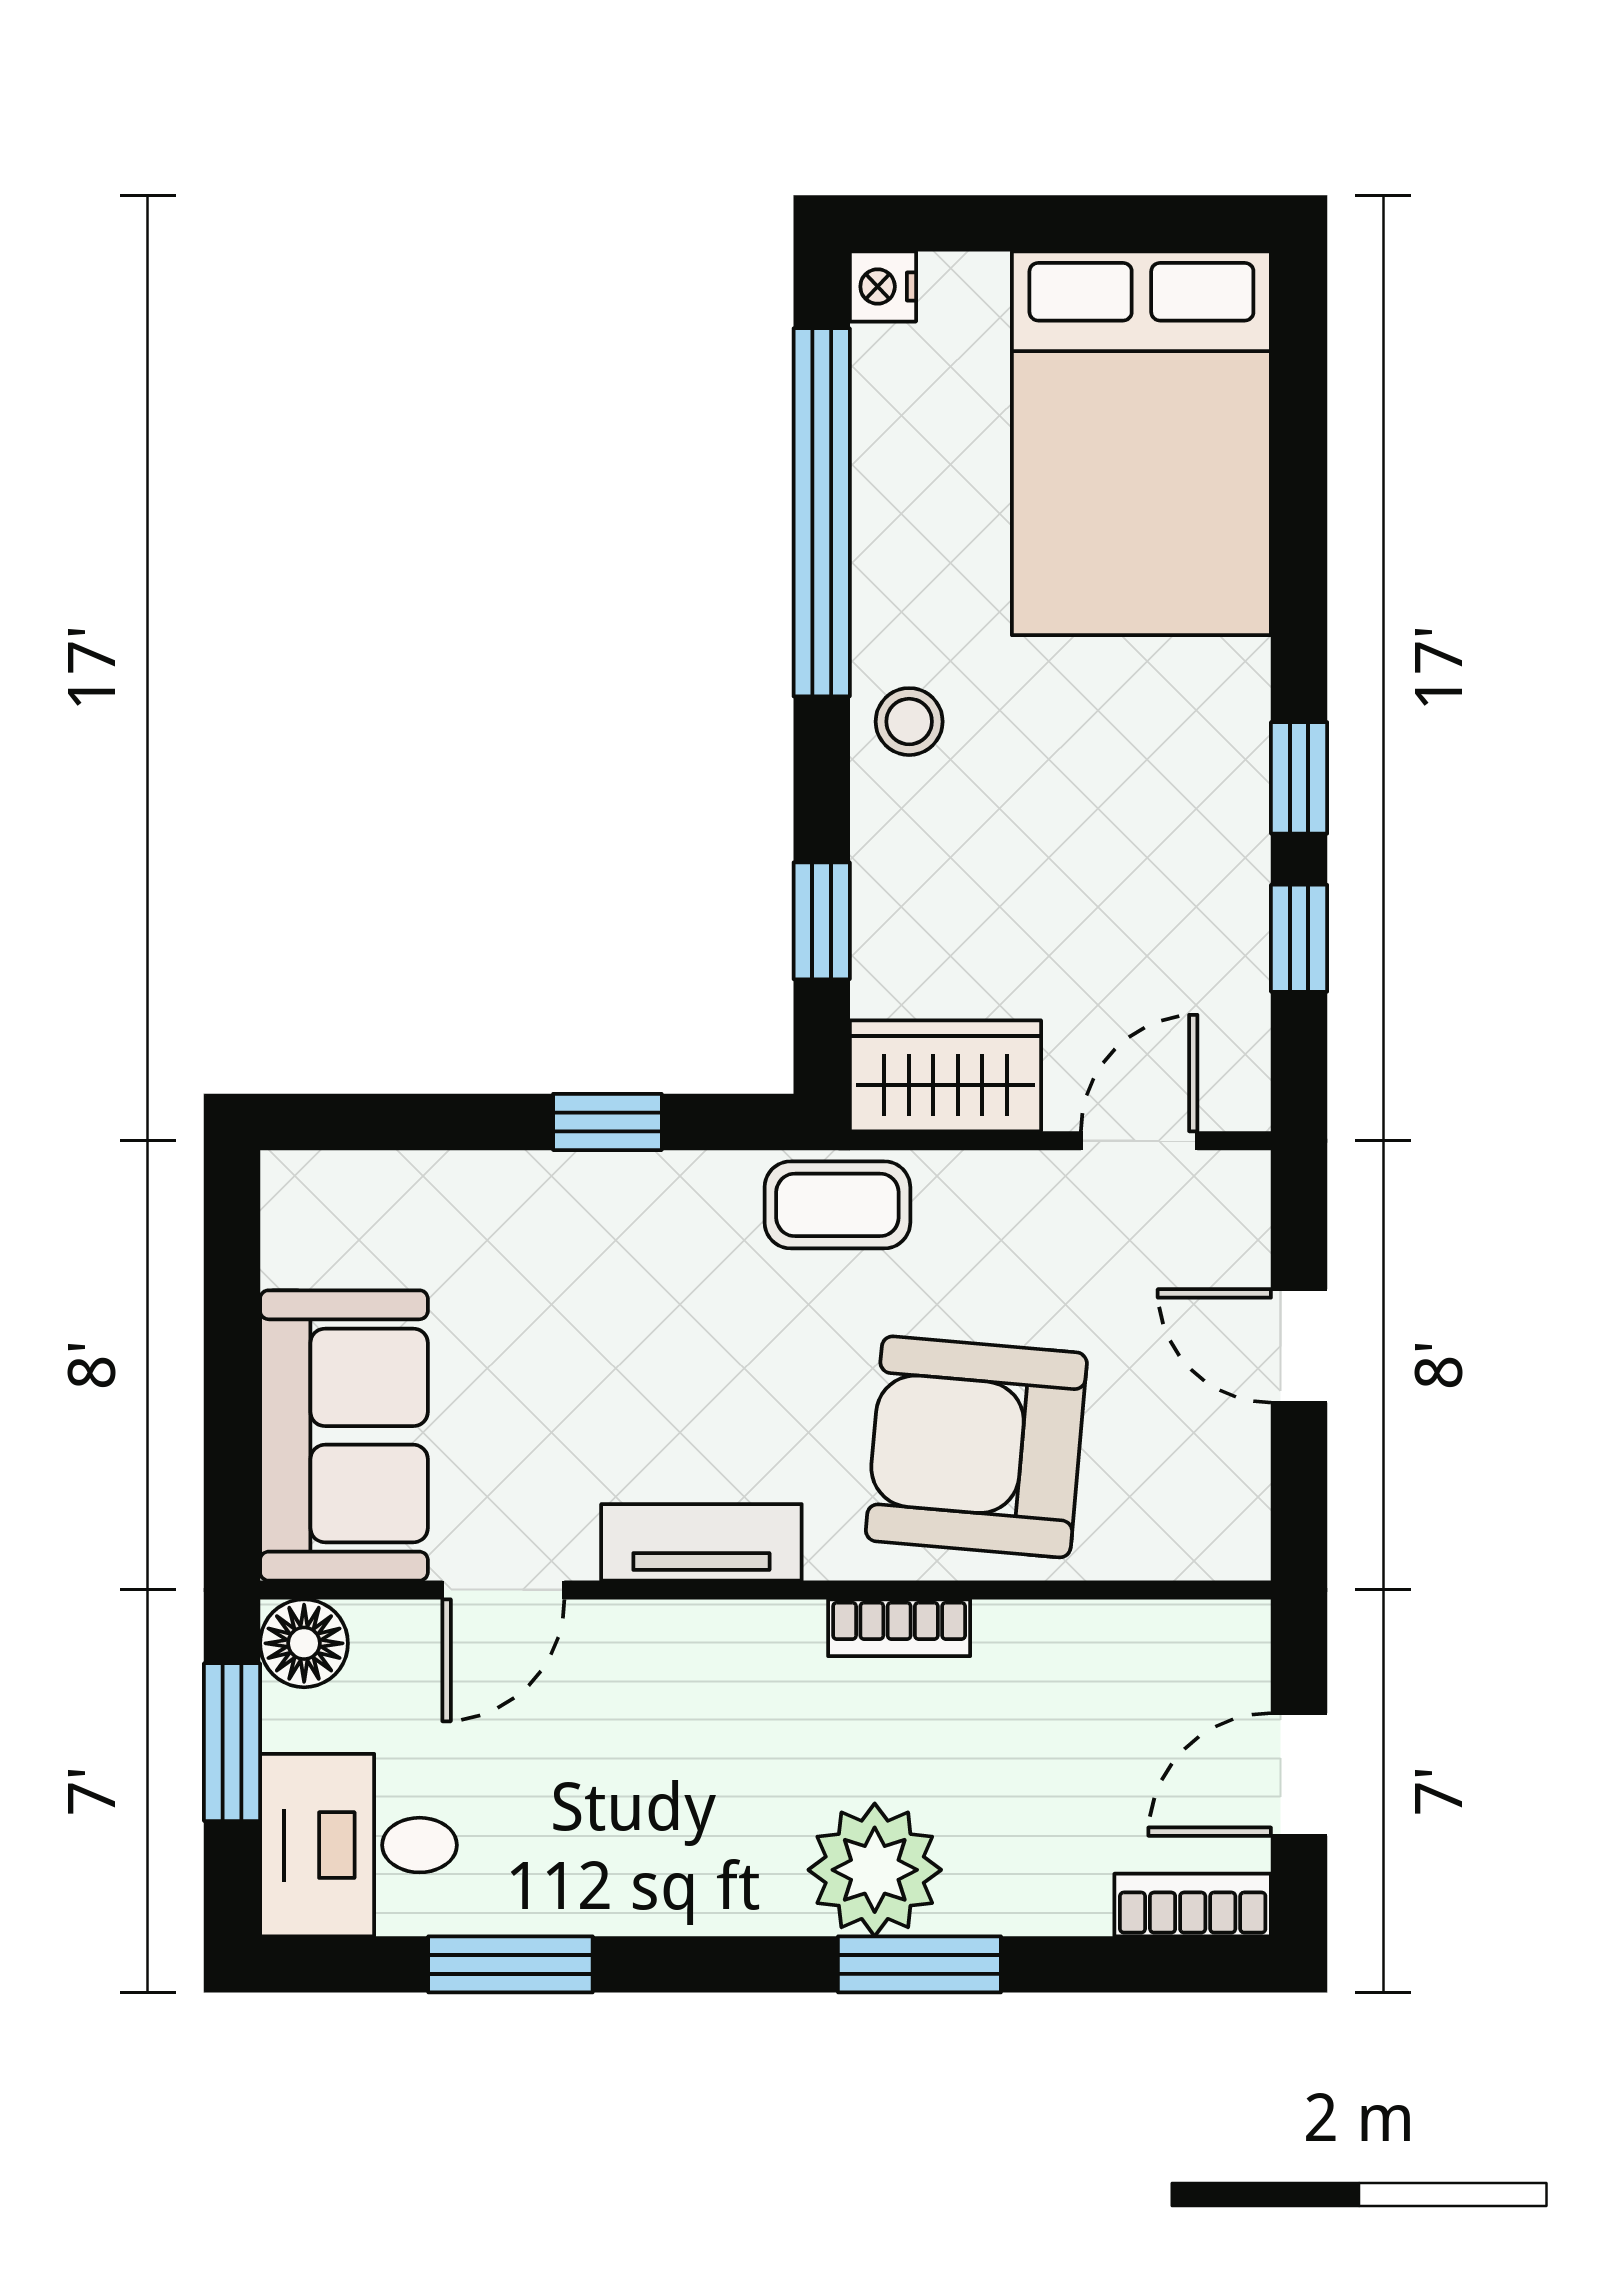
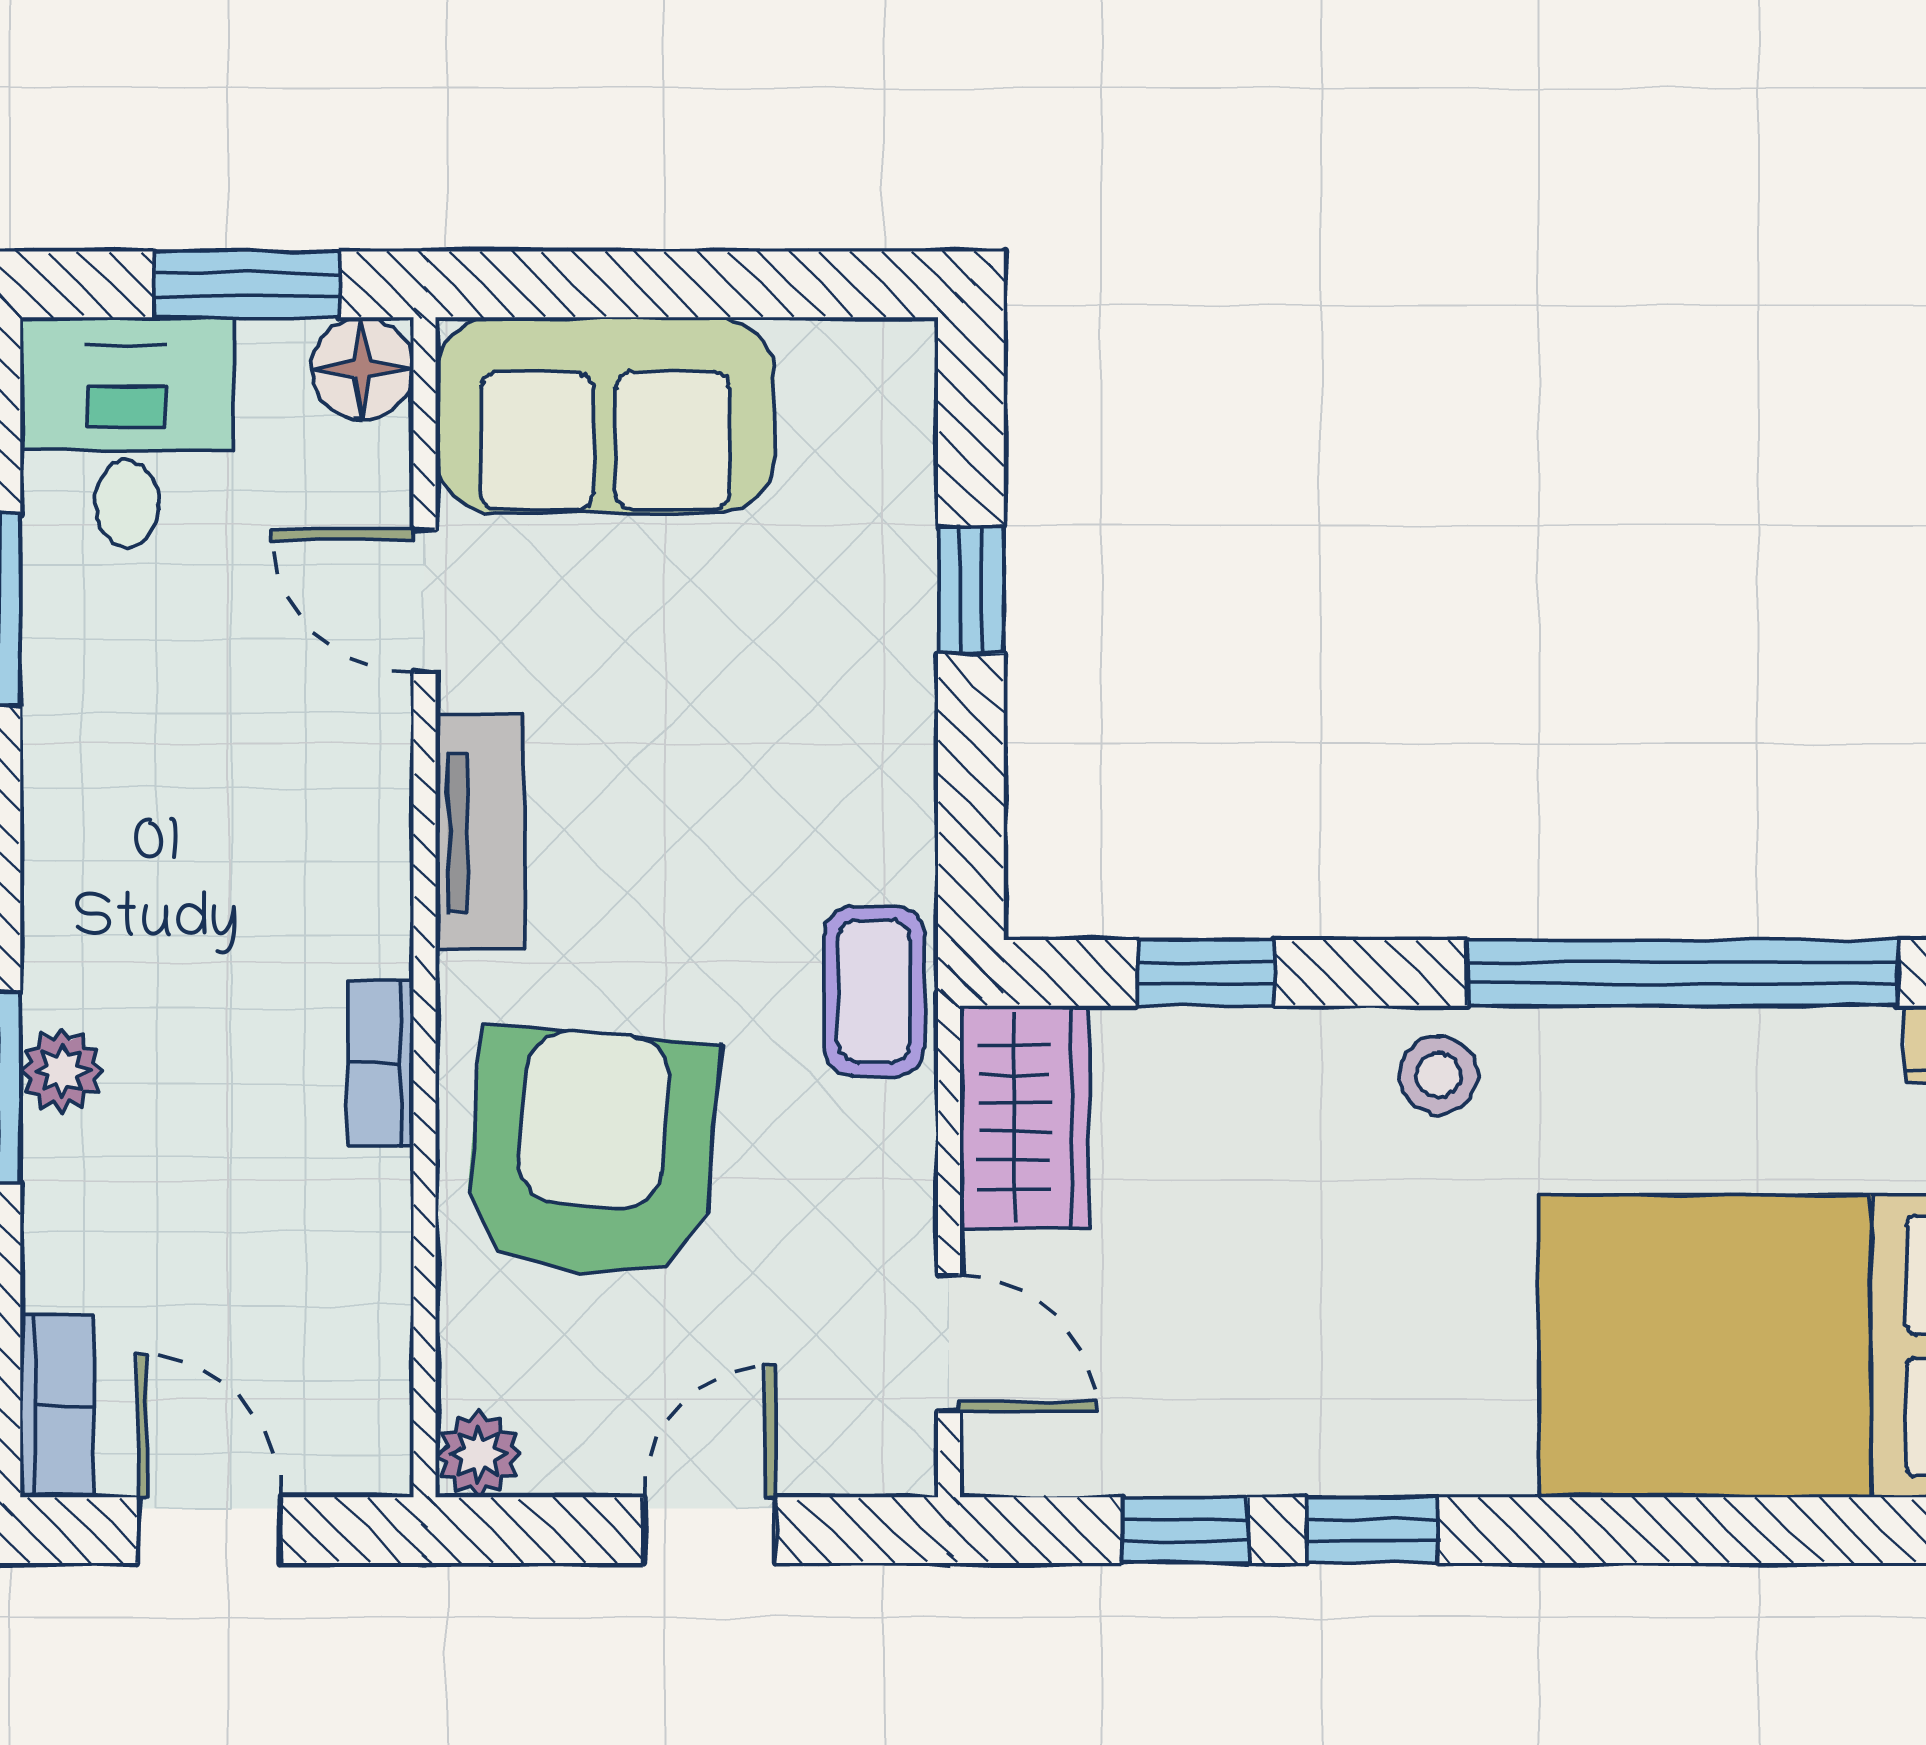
window: (607, 1122) -> (971, 590), moved
plant: (1234, 1544) -> (479, 1454), added
plant: (875, 1870) -> (62, 1071), width x0.53, depth x0.53

